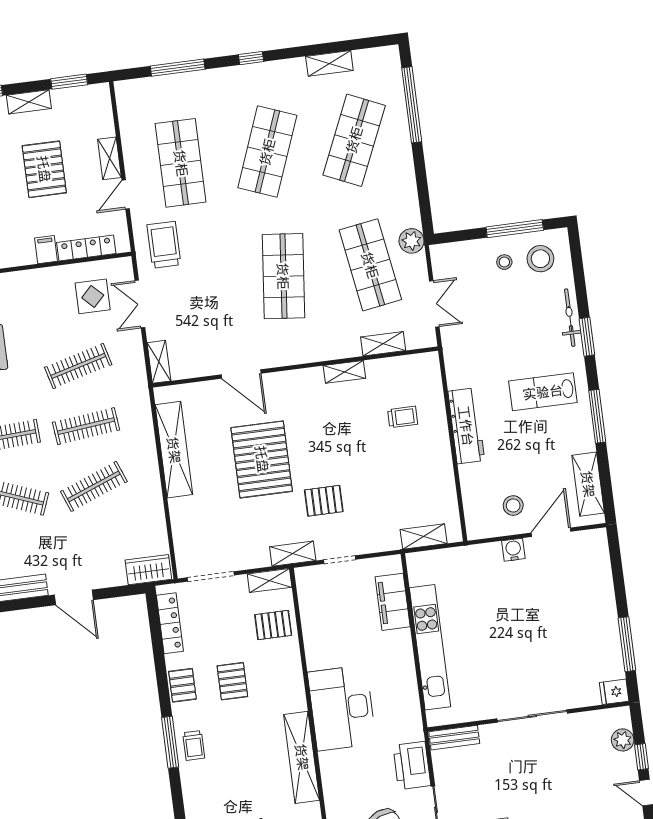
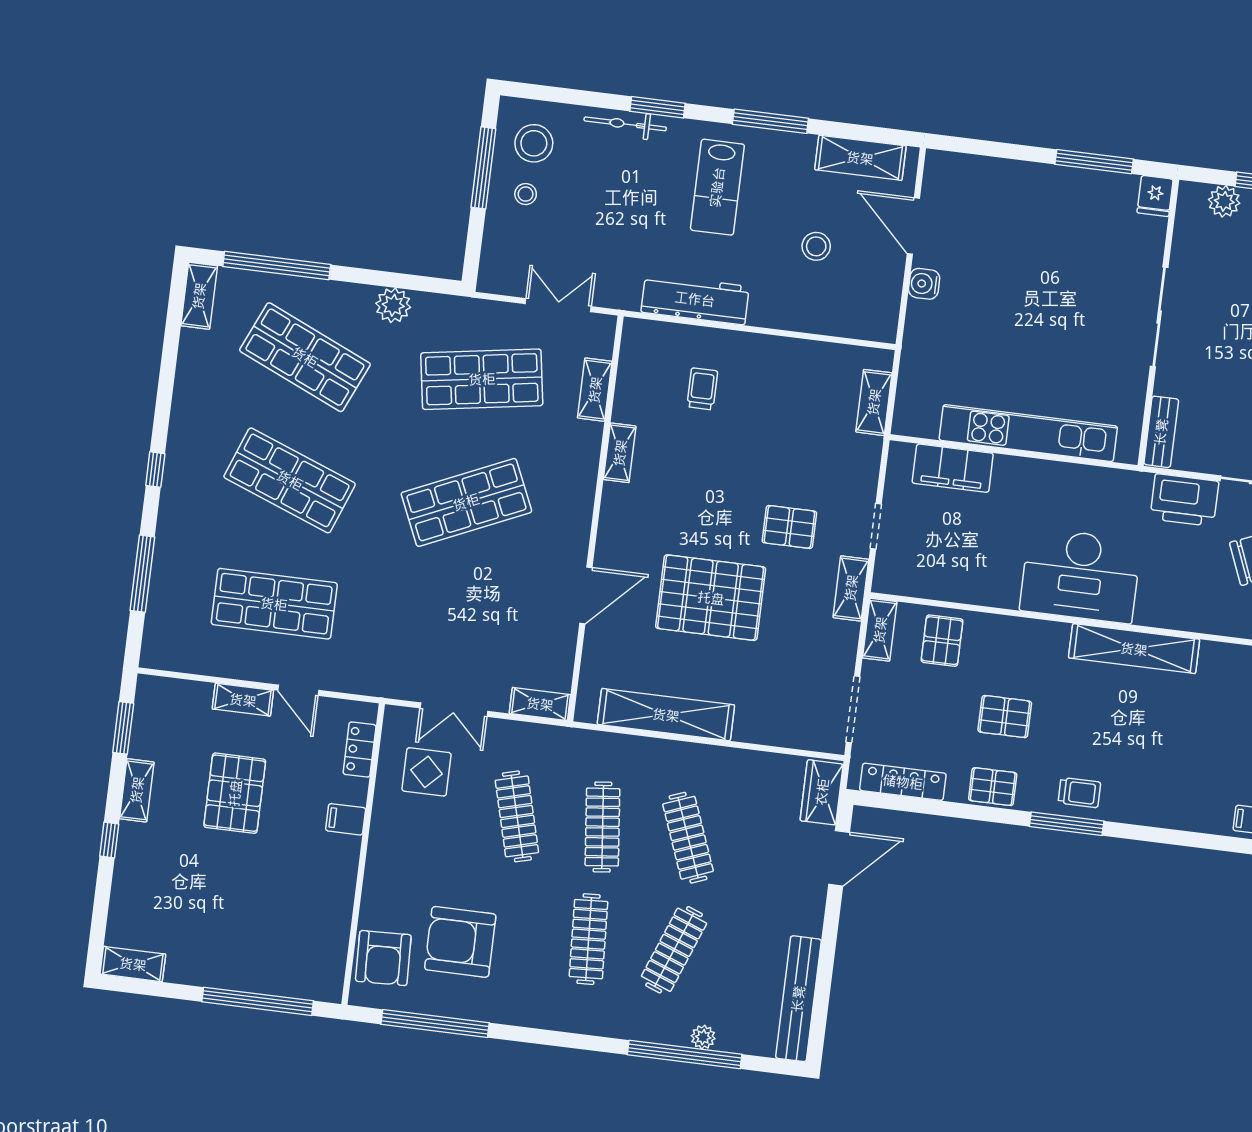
shelving: (329, 63) -> (199, 296), moved
pallet: (44, 169) -> (235, 793), turned 90
plant: (412, 241) -> (393, 305), moved
trolley: (164, 245) -> (381, 656), removed
locker: (86, 248) -> (360, 749), width x0.66
shop shelf: (283, 276) -> (466, 502), turned -30
workbench: (466, 426) -> (695, 299), moved
pallet: (324, 501) -> (789, 527), turned 90
stool: (513, 506) -> (816, 246), moved
door: (74, 597) -> (839, 858), moved

